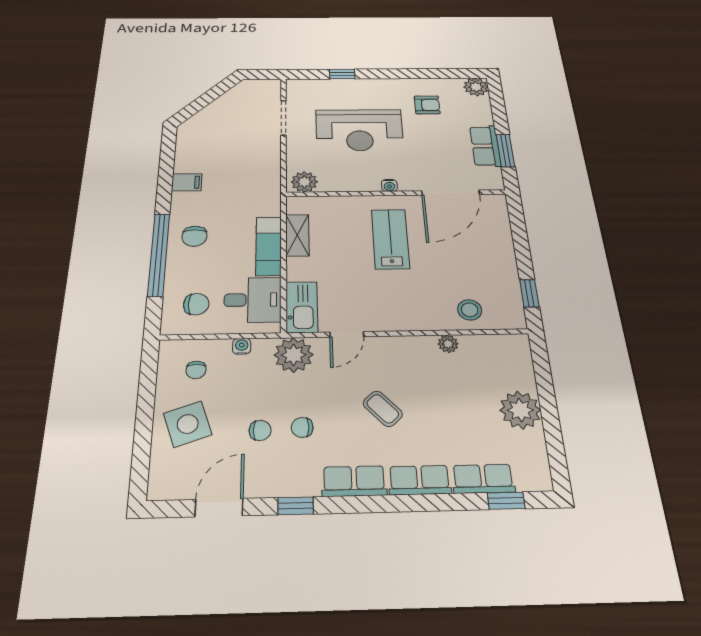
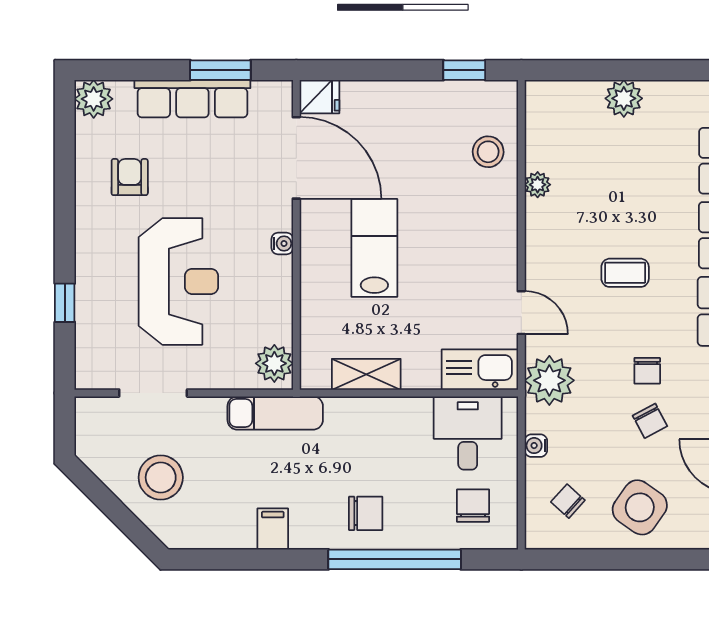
stool: (226, 122) -> (161, 477), added
row of seats: (485, 146) -> (192, 99), width x1.48
fridge: (496, 205) -> (319, 97), added
lab bench: (390, 239) -> (374, 248), turned 90
exam couch: (269, 246) -> (275, 413), moved
chair: (196, 370) -> (568, 501), turned -138
coffee table: (383, 409) -> (625, 273), turned 43
plant: (520, 410) -> (624, 98), width x0.73, depth x0.73
side table: (188, 424) -> (640, 507), turned -36
chair: (260, 430) -> (650, 421), turned 152

